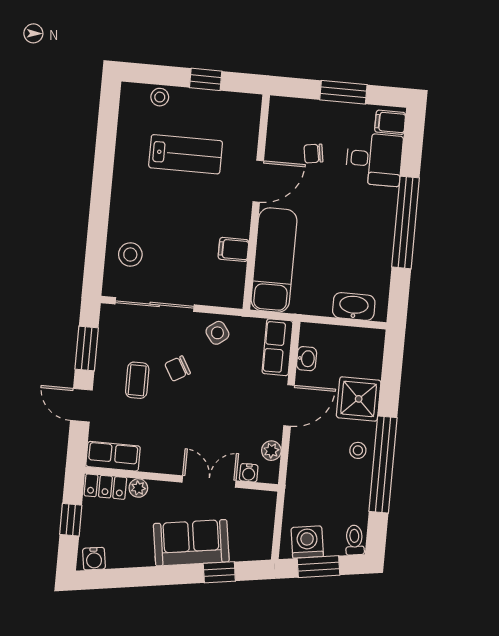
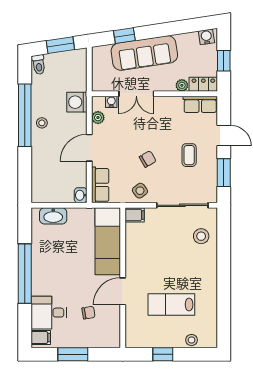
filing cabinet: (234, 249) -> (135, 215), moved
washbasin: (307, 359) -> (81, 195), moved
chair: (178, 369) -> (148, 159), moved
shower: (359, 399) -> (44, 156), removed
washing machine: (307, 542) -> (77, 102), moved, turned 99
sofa: (191, 543) -> (144, 53), width x1.36

